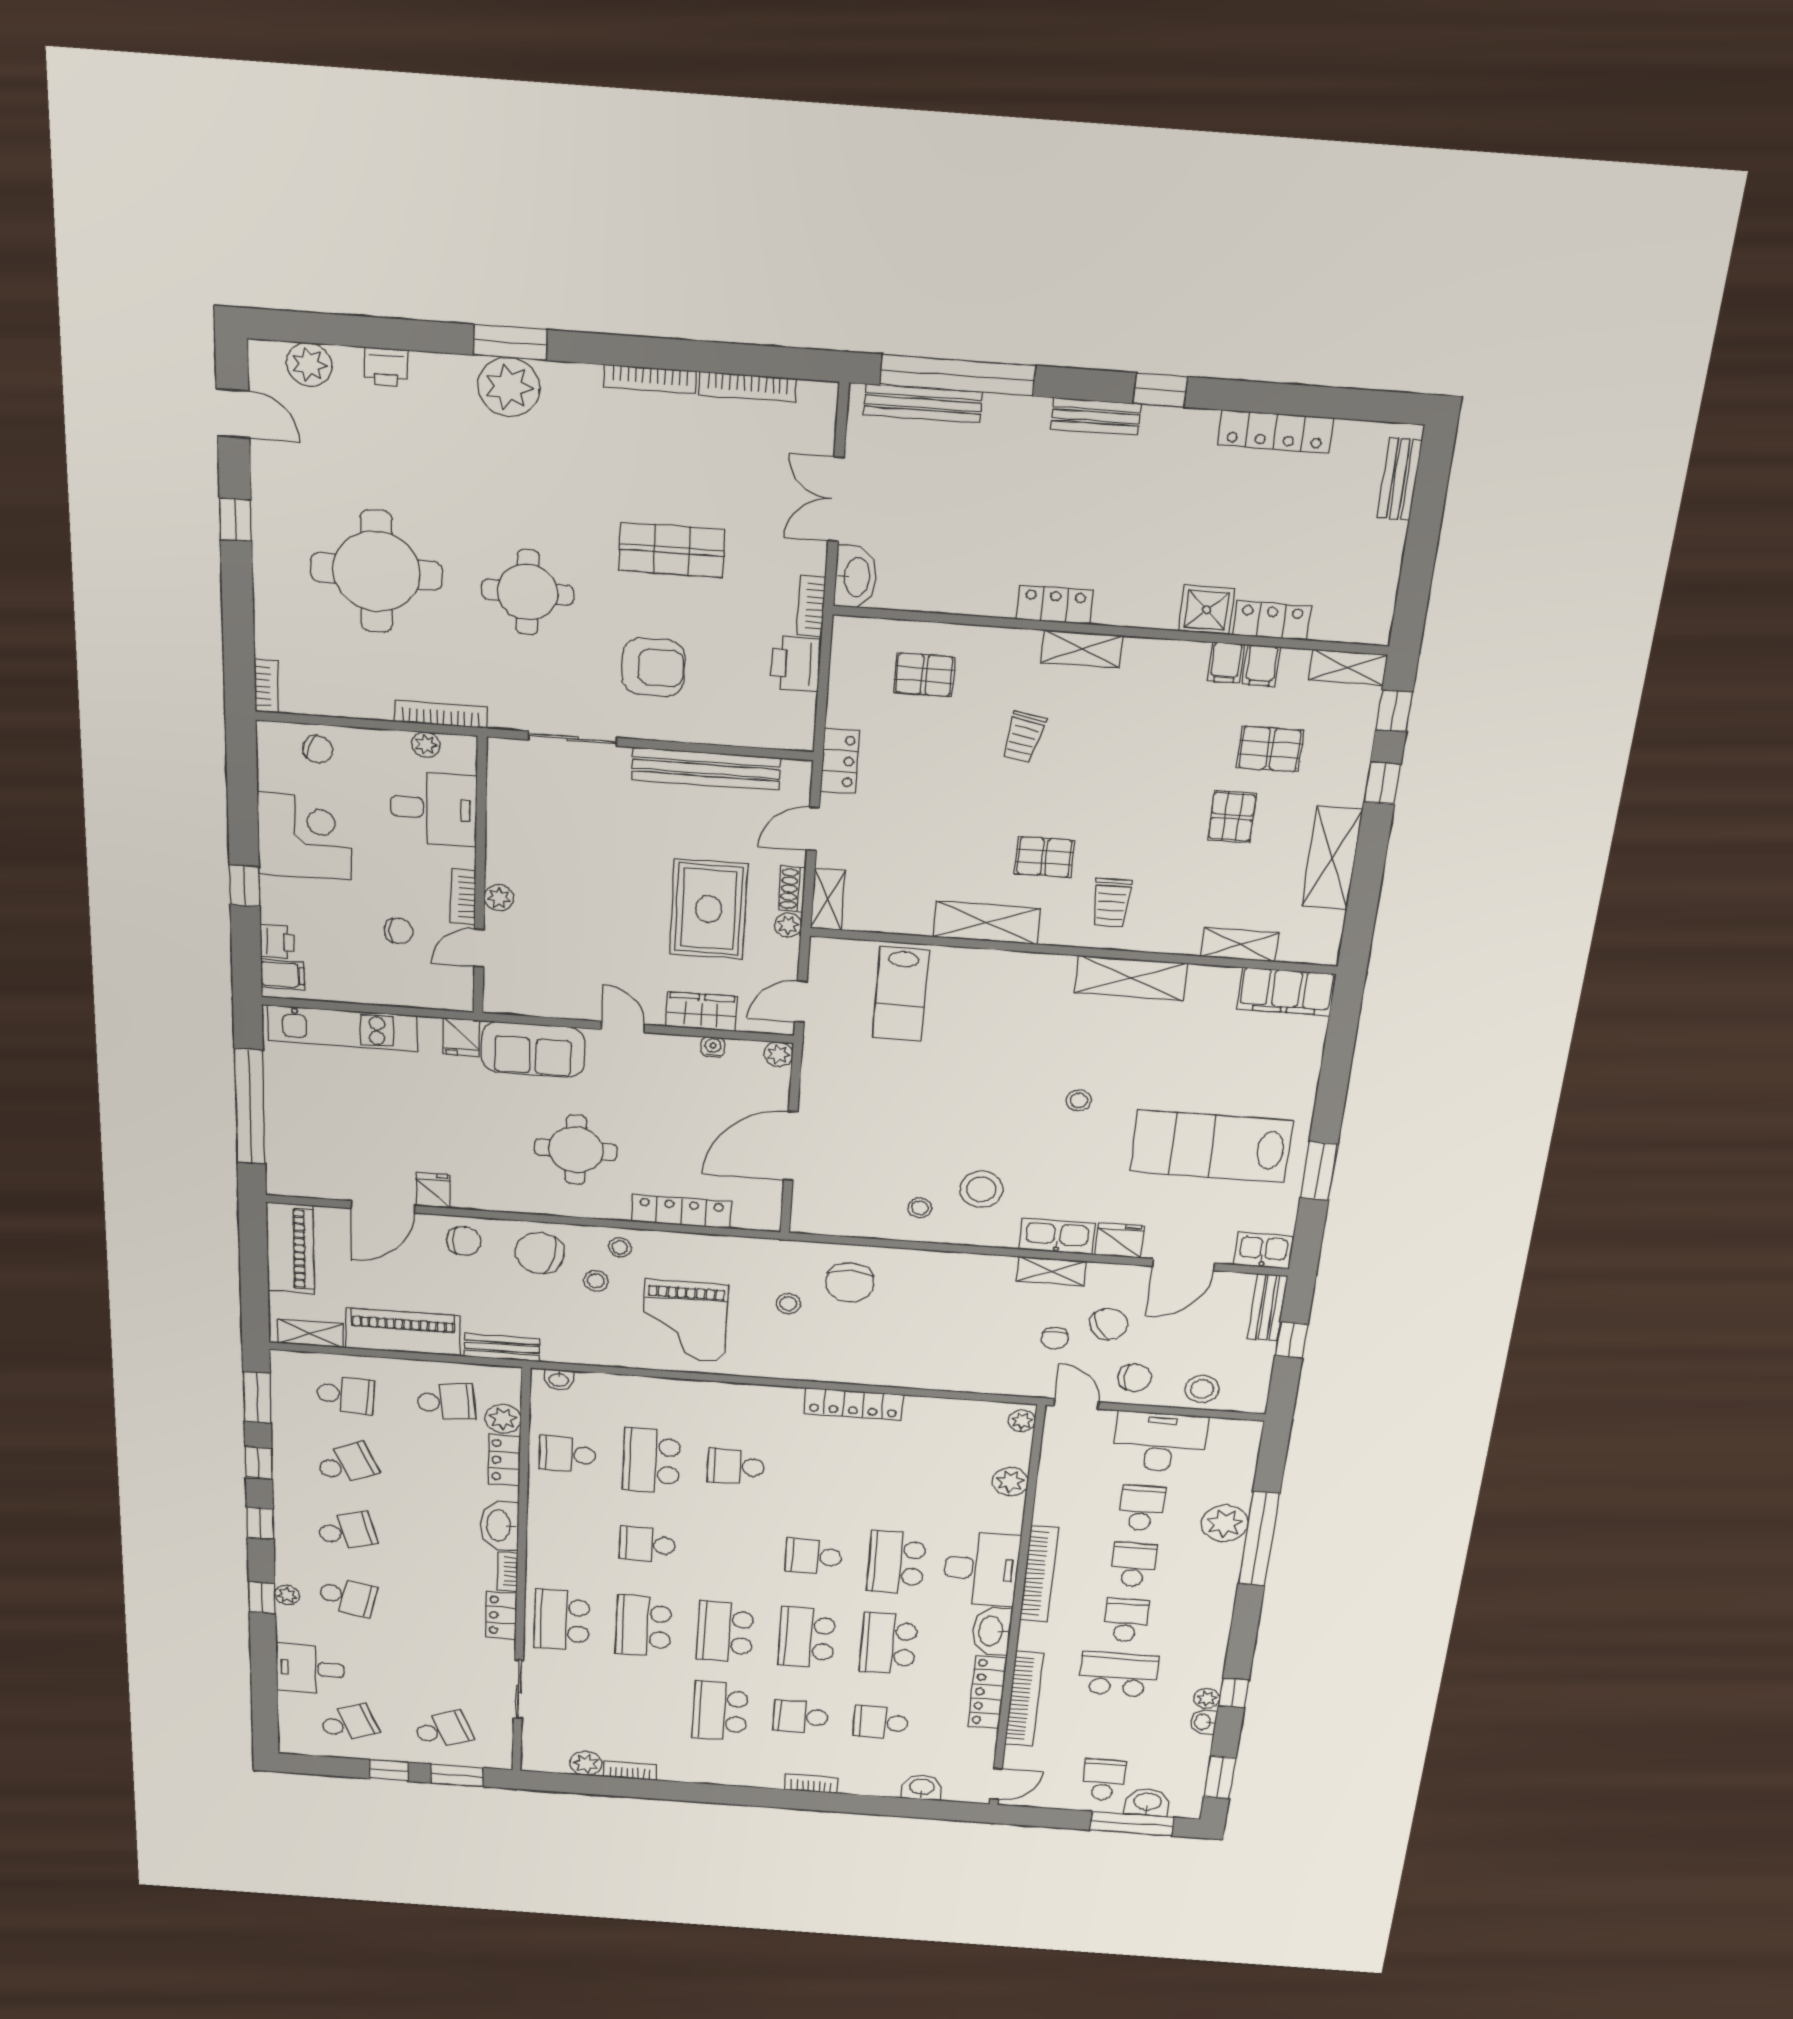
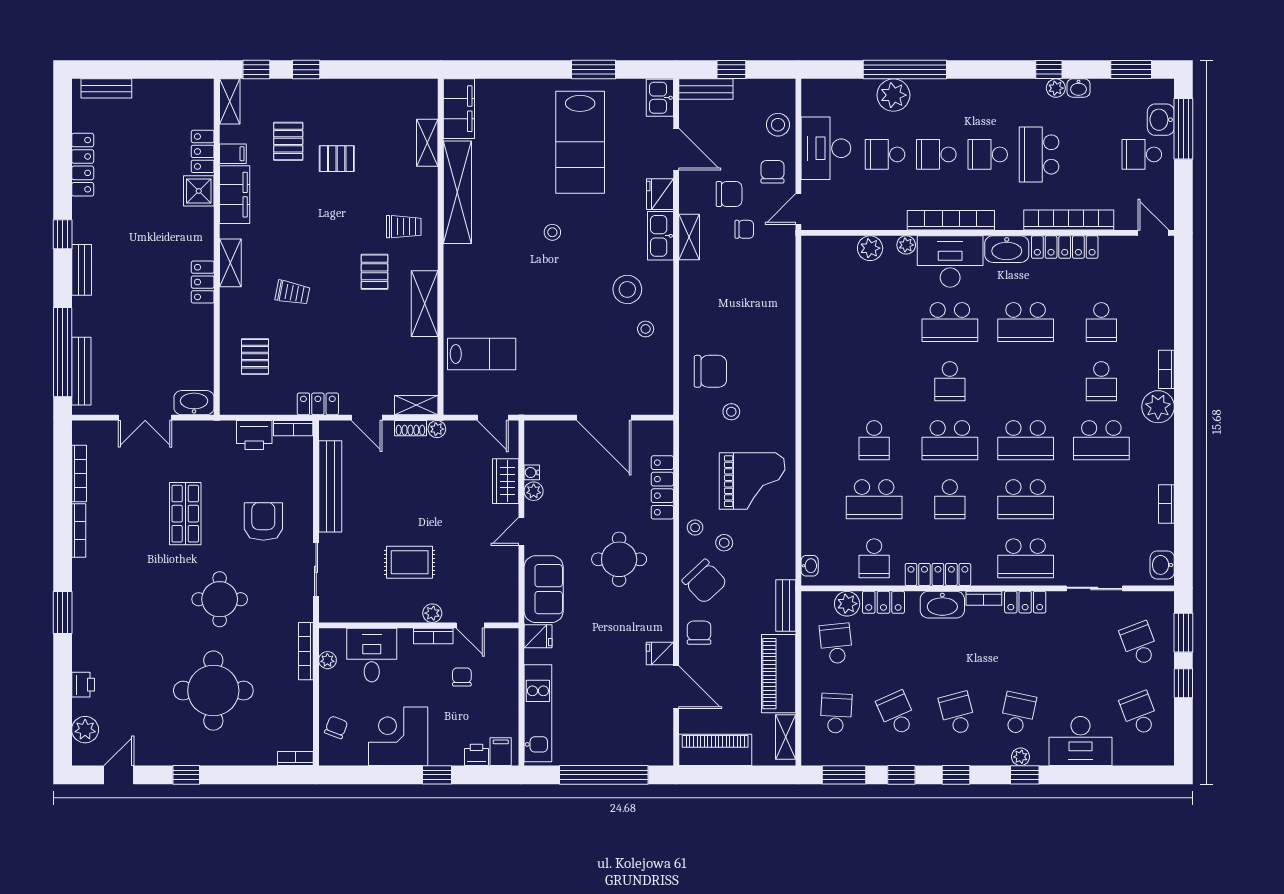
plant: (509, 387) -> (90, 613), removed
bookcase: (811, 606) -> (293, 428), moved
filing cabinet: (1226, 663) -> (235, 195), width x3.00, depth x1.17
shelving: (1332, 858) -> (360, 93), removed
rug: (709, 909) -> (410, 562), moved, width x0.73, depth x0.70
shelving: (1131, 978) -> (457, 192), width x1.47
plant: (778, 1054) -> (534, 491), moved
chair: (540, 1253) -> (705, 581), turned -56
chair: (1109, 1324) -> (729, 194), turned 118
locker: (853, 1404) -> (938, 574), moved, turned -90
plant: (1022, 1421) -> (906, 245), moved
school desk: (807, 1638) -> (950, 440), moved
desk: (310, 1669) -> (1081, 741), width x1.37
plant: (586, 1763) -> (1158, 407), moved, width x1.36, depth x1.36
washbasin: (922, 1787) -> (1162, 565), moved

